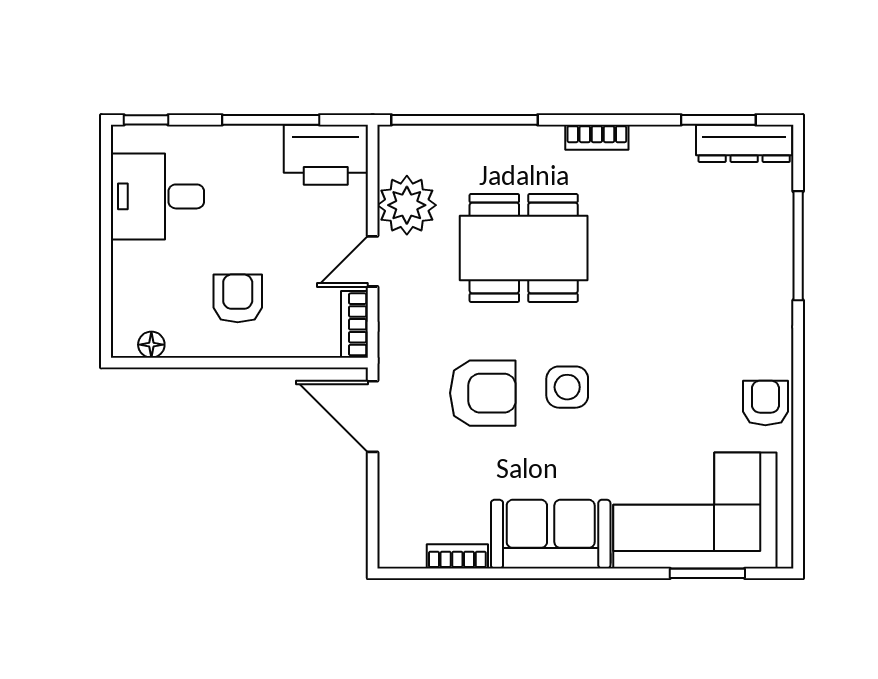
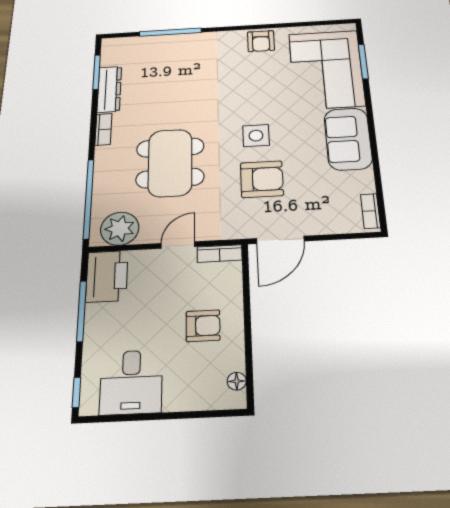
dresser: (744, 143) -> (109, 89), moved
plant: (407, 205) -> (120, 229), moved
door: (373, 261) -> (178, 245), swing flipped
armchair: (238, 298) -> (203, 326), turned 180
armchair: (483, 393) -> (262, 179), turned 90
armchair: (765, 403) -> (261, 41), turned -90
bookcase: (457, 556) -> (370, 211), moved

